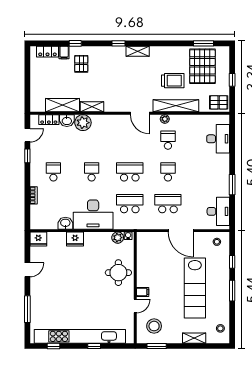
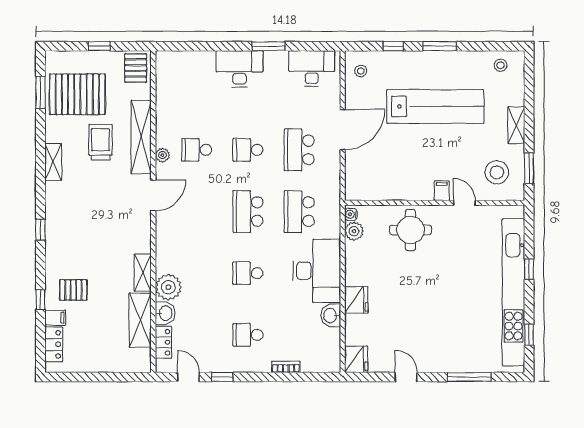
shelving: (138, 51) -> (53, 162), moved
desk: (218, 139) -> (239, 69), moved
shelving: (194, 338) -> (516, 125), moved

